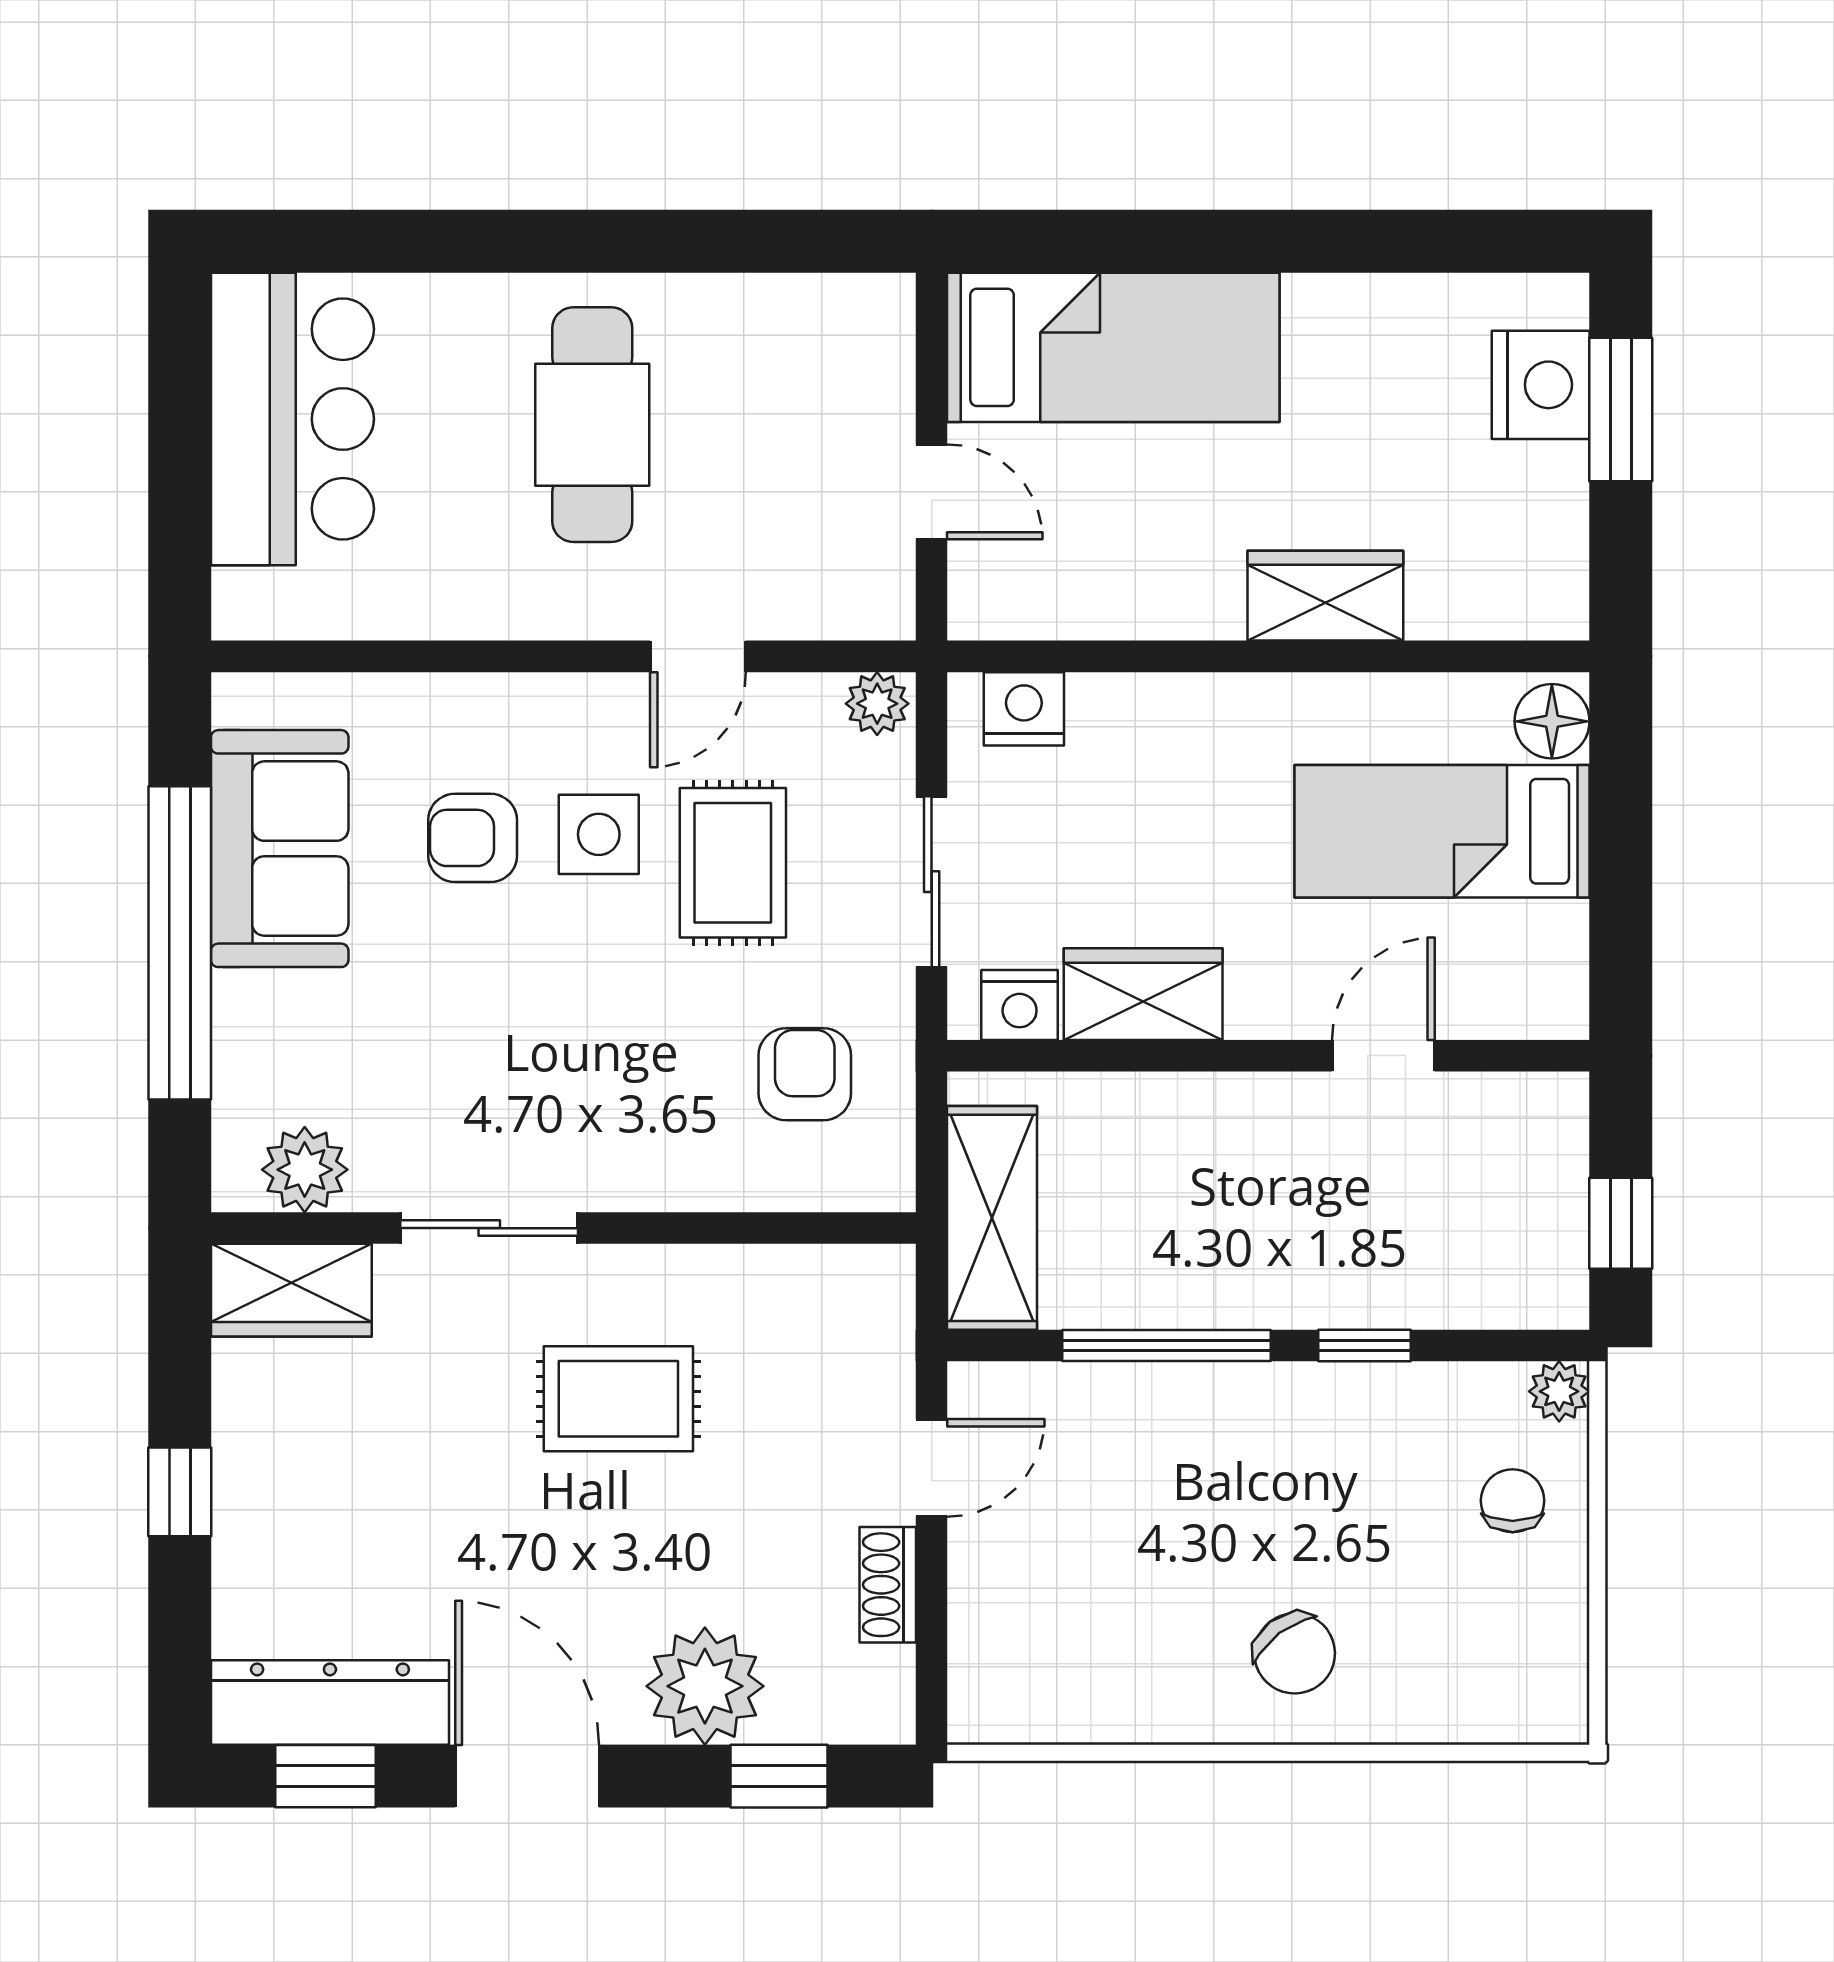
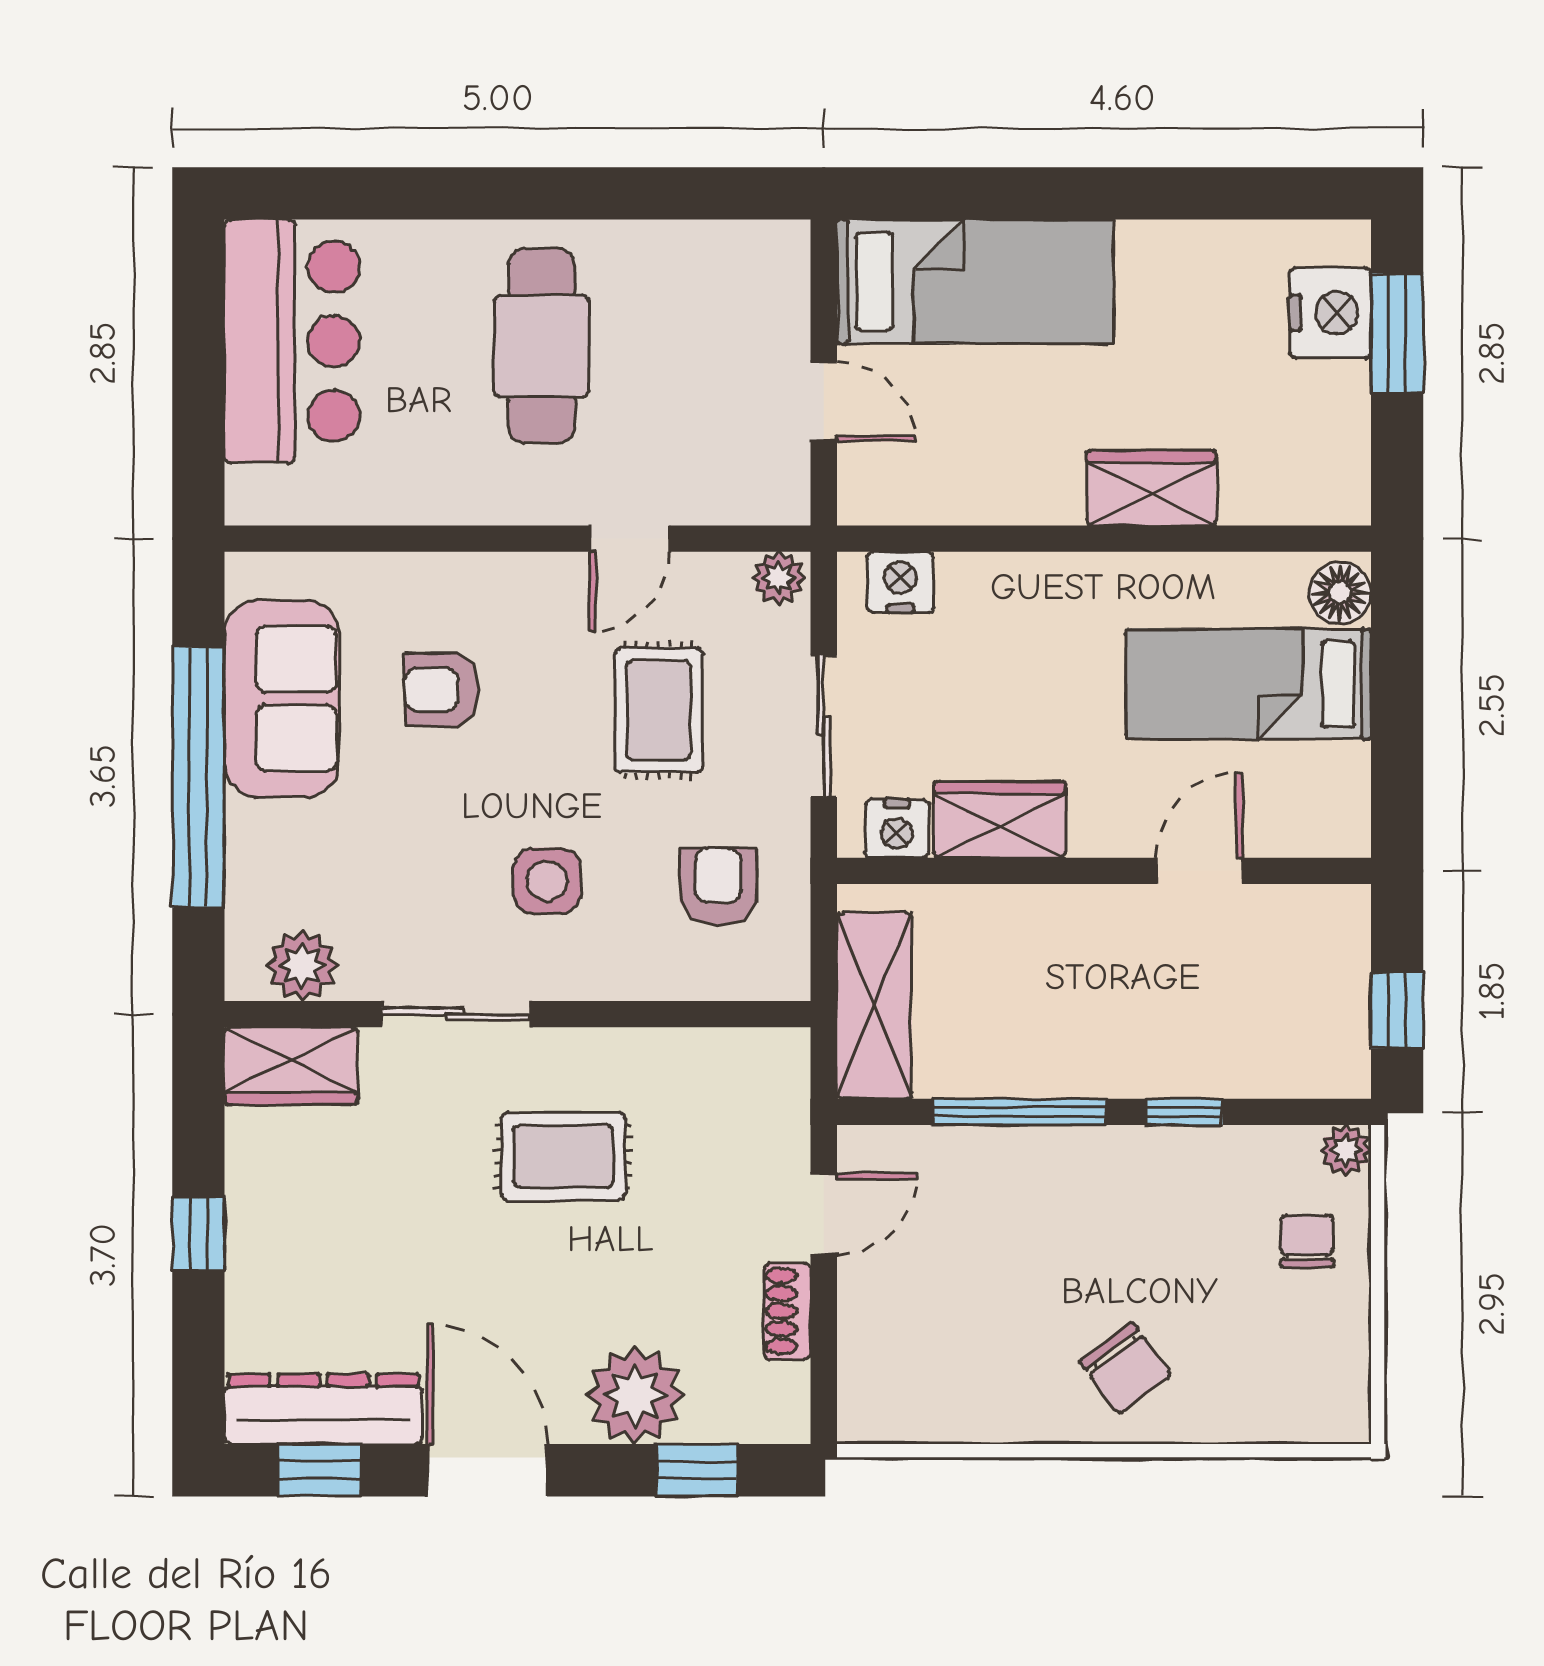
side table: (599, 834) -> (547, 881), moved

